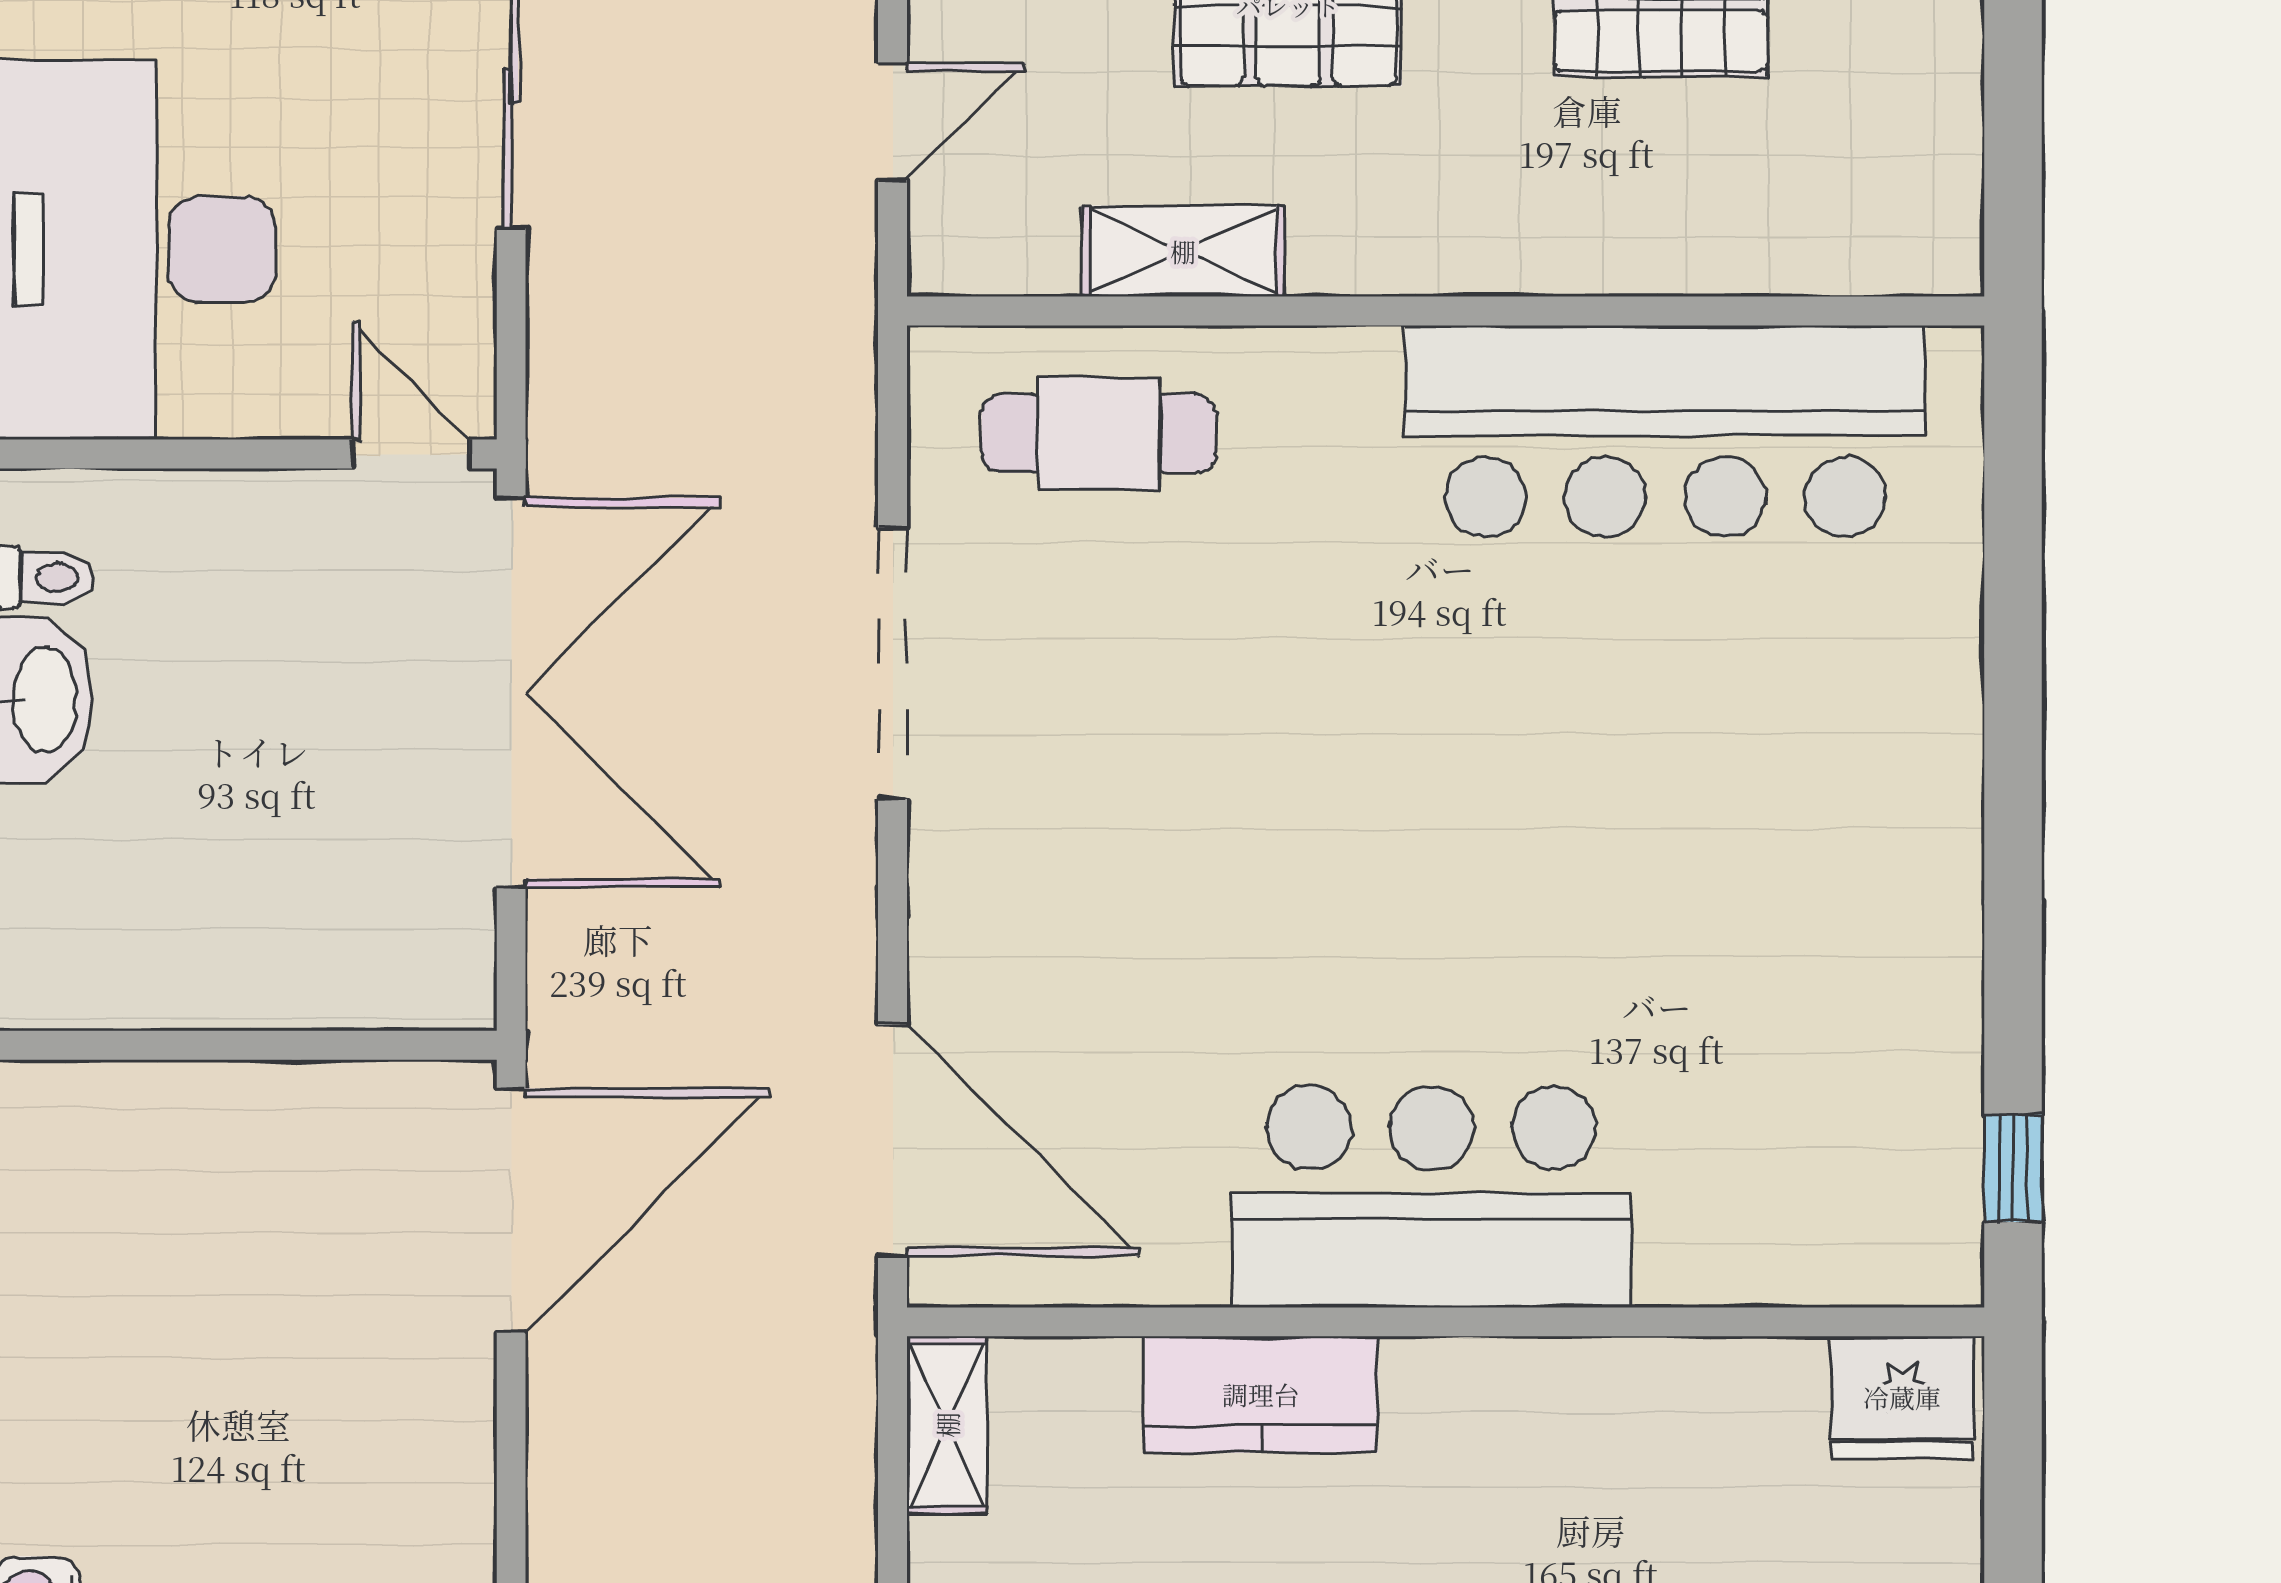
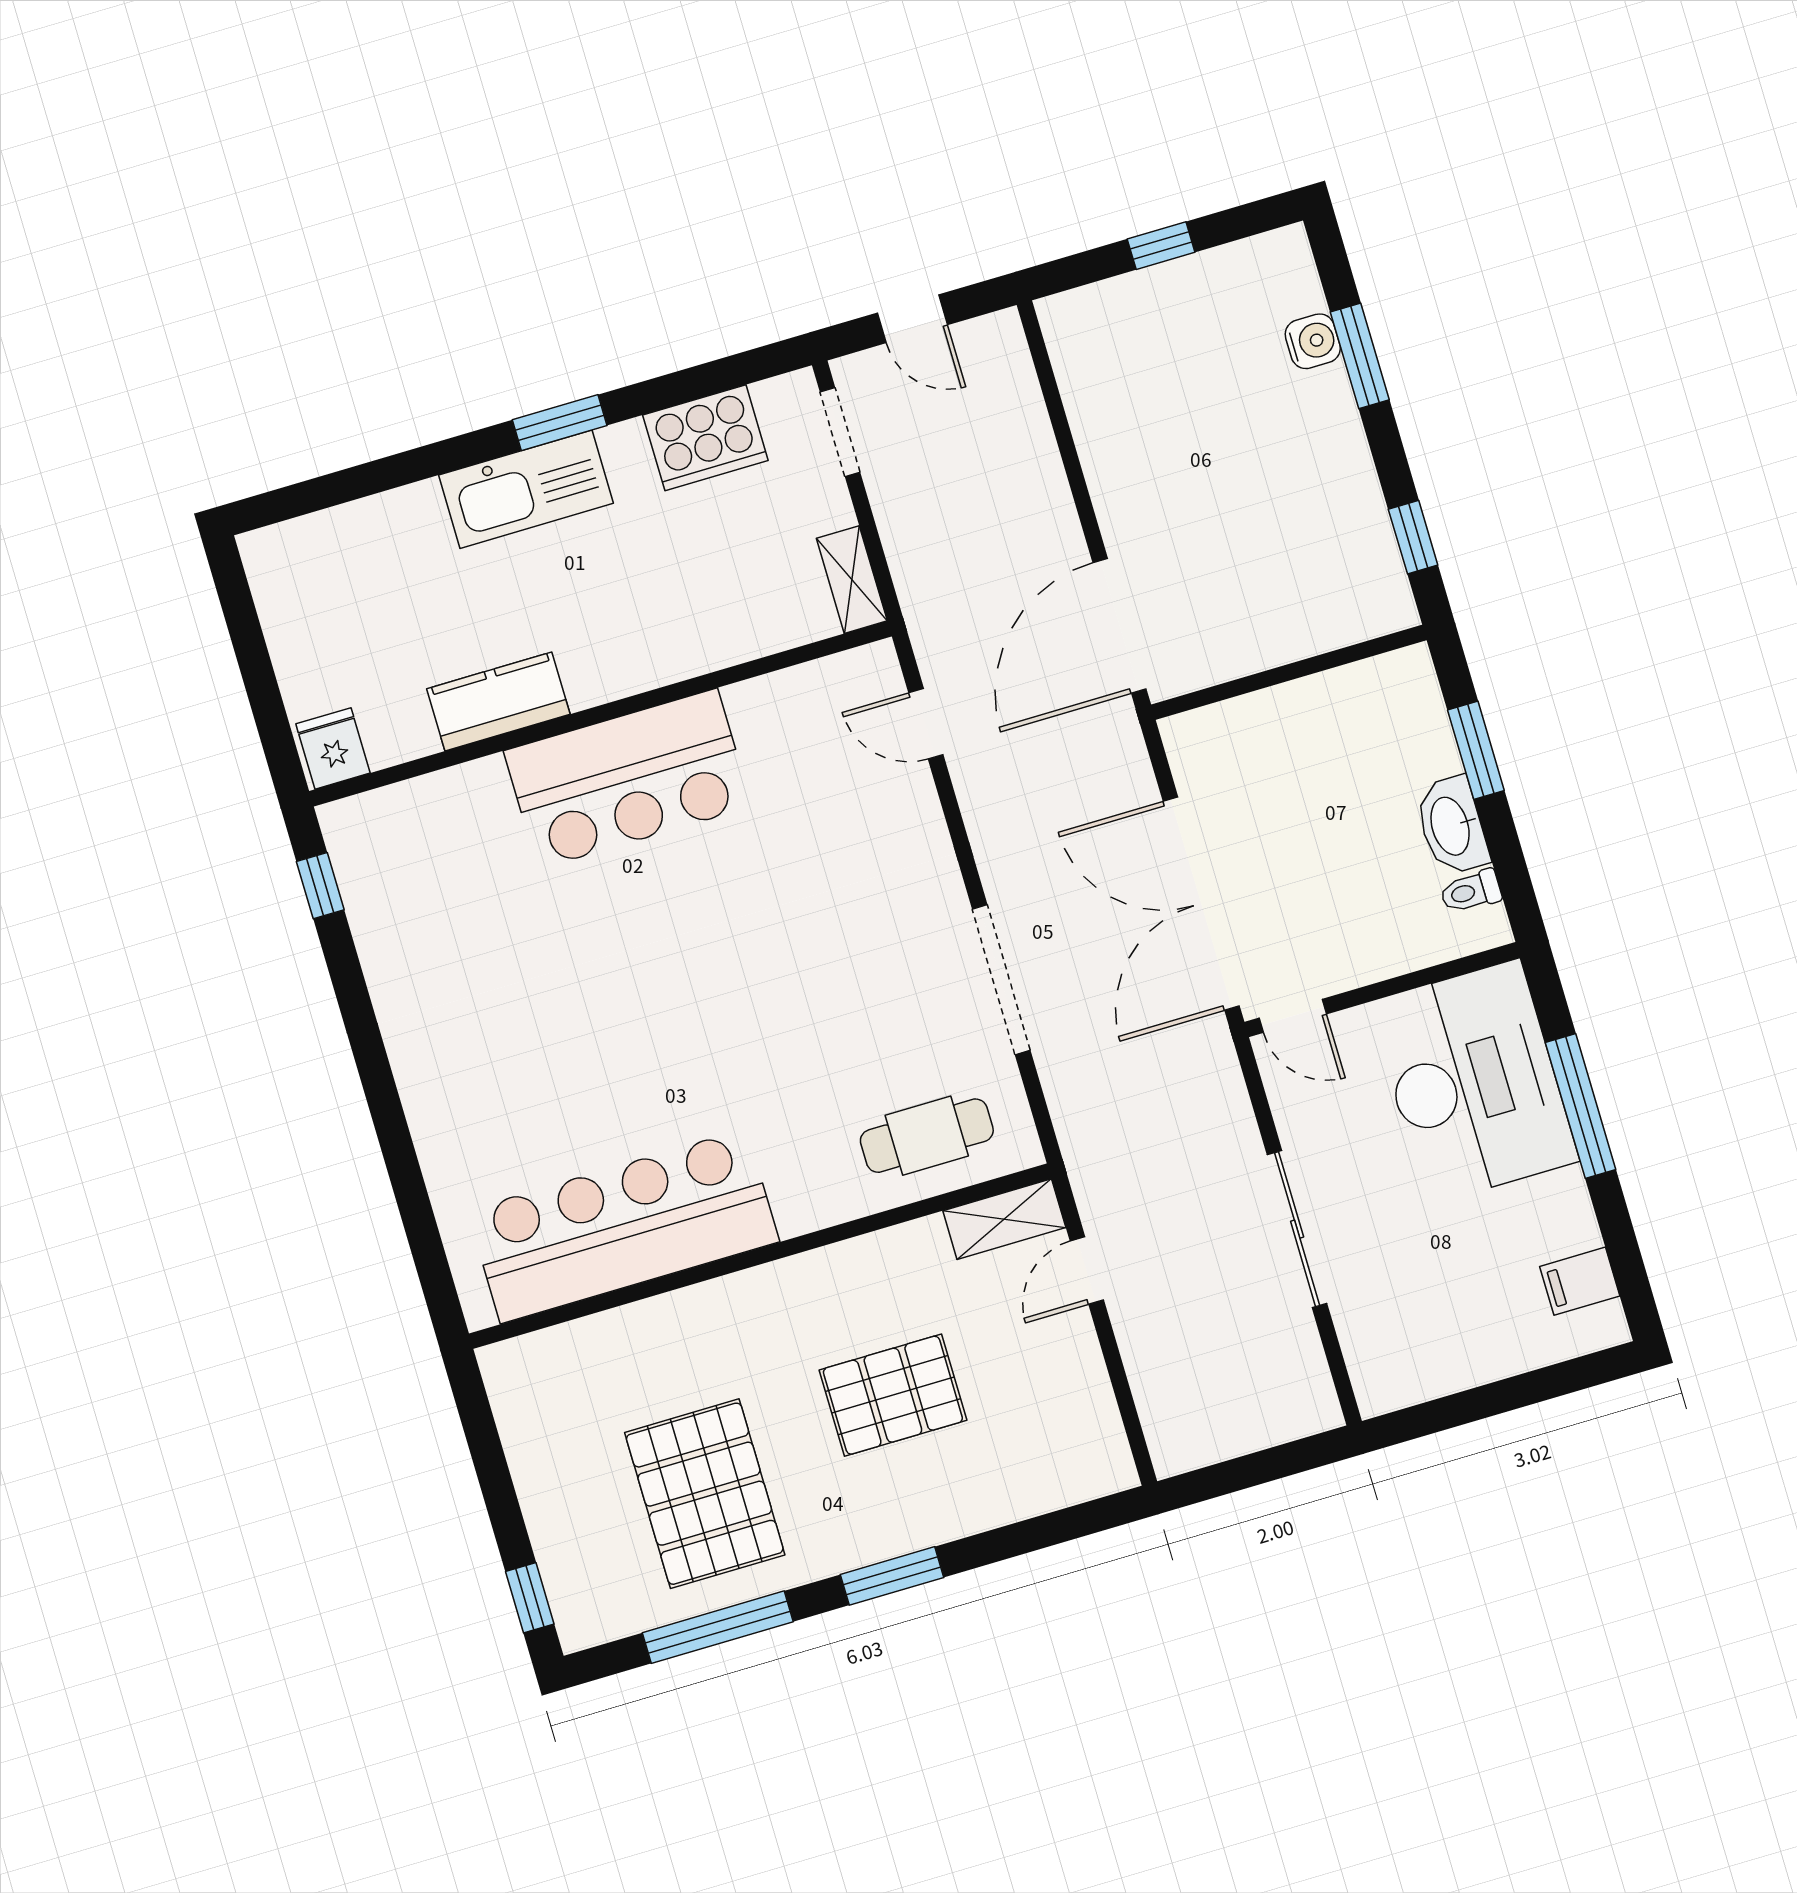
shelving: (1183, 251) -> (1004, 1219), moved
door: (893, 1140) -> (926, 724), width x0.53
kitchen counter: (1261, 1394) -> (498, 701), moved
fridge: (1902, 1397) -> (333, 748), width x0.72

